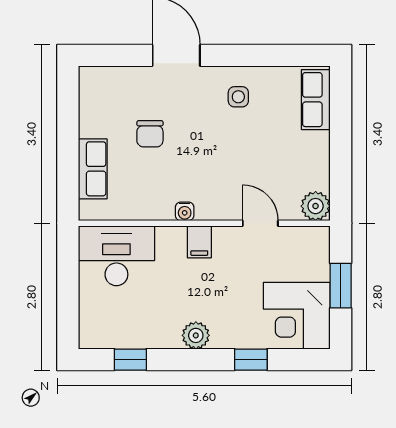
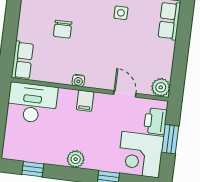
row of seats: (93, 169) -> (22, 60), moved
printer: (314, 260) -> (155, 121), added

